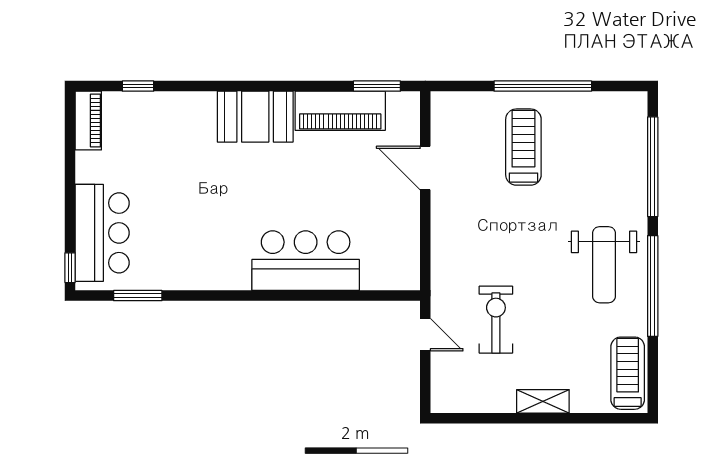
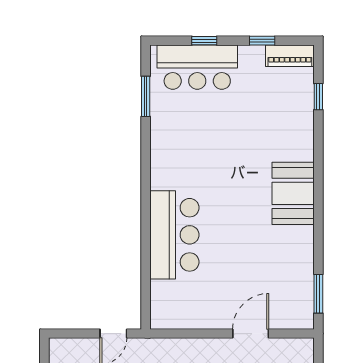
piano: (340, 111) -> (298, 263), removed
window: (70, 154) -> (262, 41), added
window: (70, 268) -> (204, 41), moved

